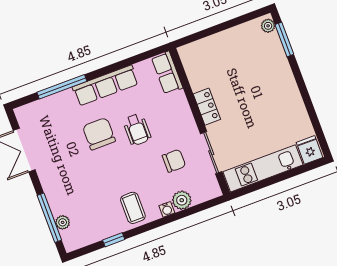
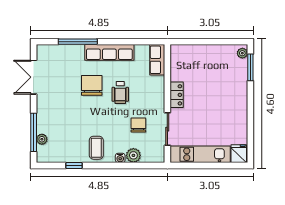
chair: (174, 161) -> (138, 125), turned -90

